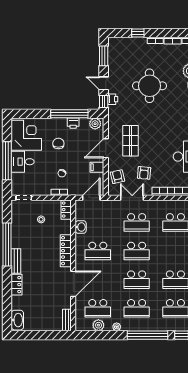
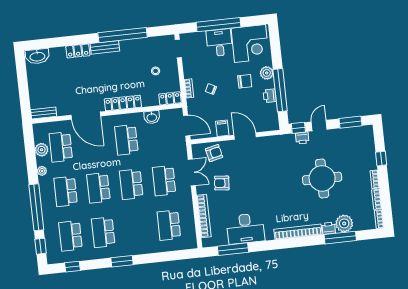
plant: (95, 124) -> (267, 73), moved
shop shelf: (130, 141) -> (257, 164), removed

